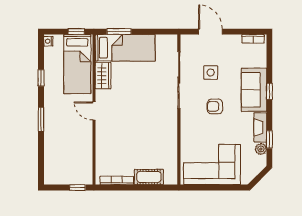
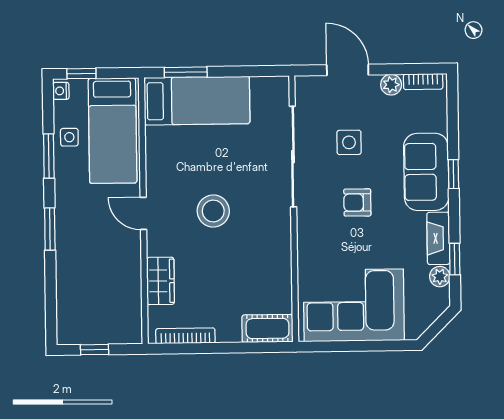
window: (76, 32) -> (81, 74), moved
plant: (235, 40) -> (391, 85), added
side table: (53, 67) -> (69, 137), added
wardrobe: (103, 76) -> (160, 281), moved
window: (41, 78) -> (49, 156), width x1.50
stool: (133, 110) -> (213, 211), added
cot: (149, 177) -> (267, 328), moved
window: (77, 188) -> (95, 350), moved

